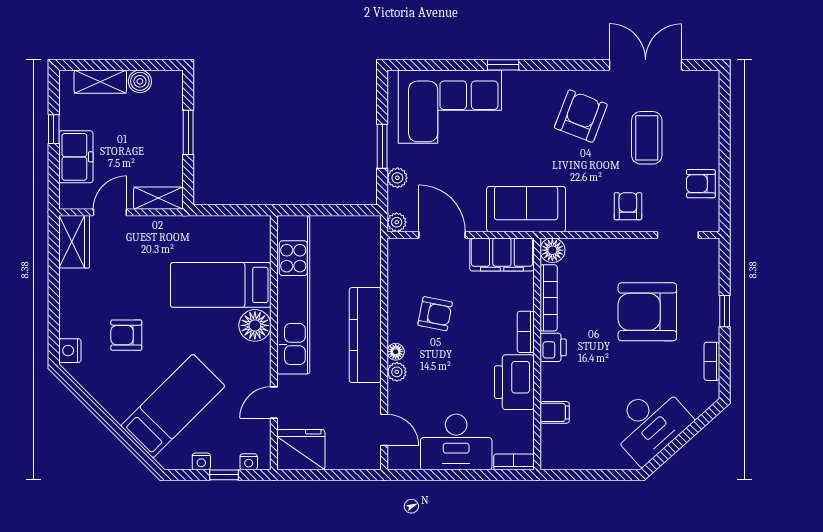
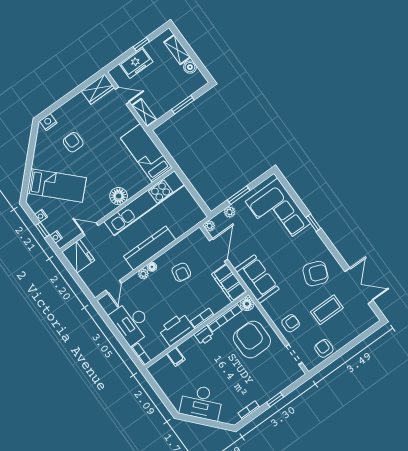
bed: (221, 285) -> (146, 153), moved
armchair: (647, 312) -> (252, 339), moved

